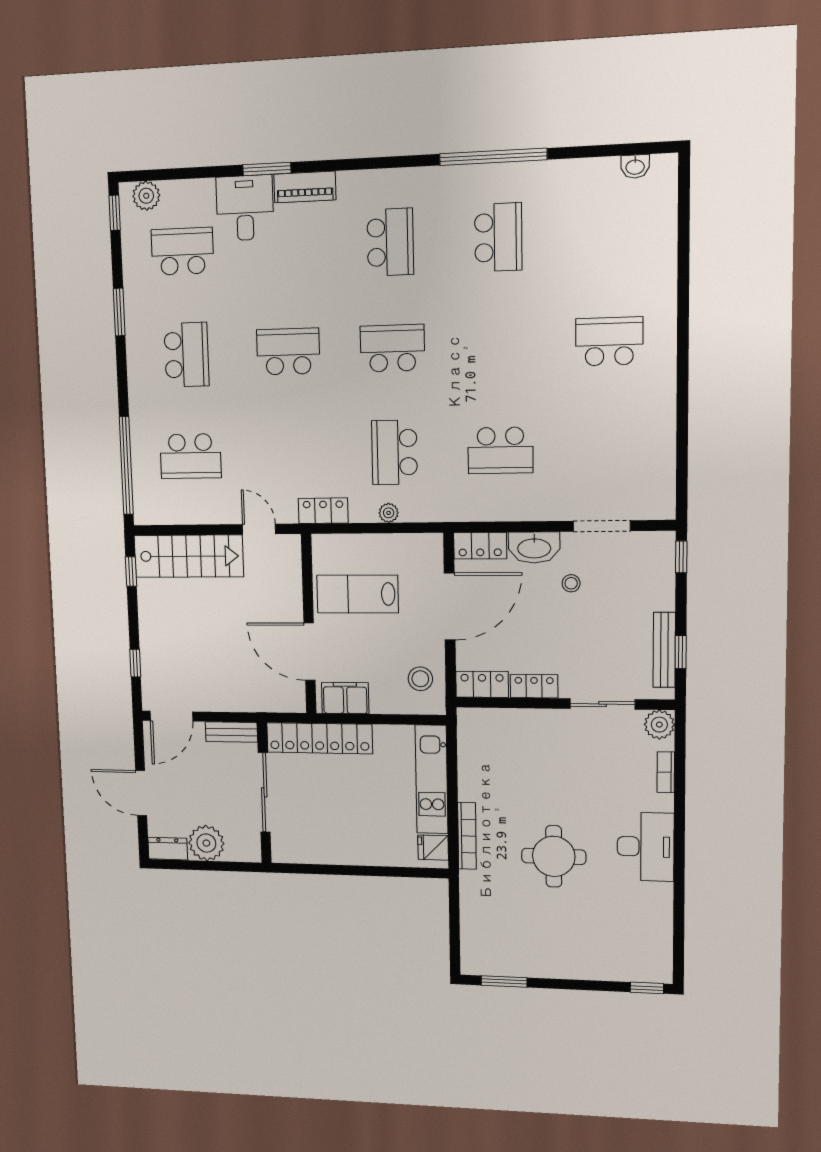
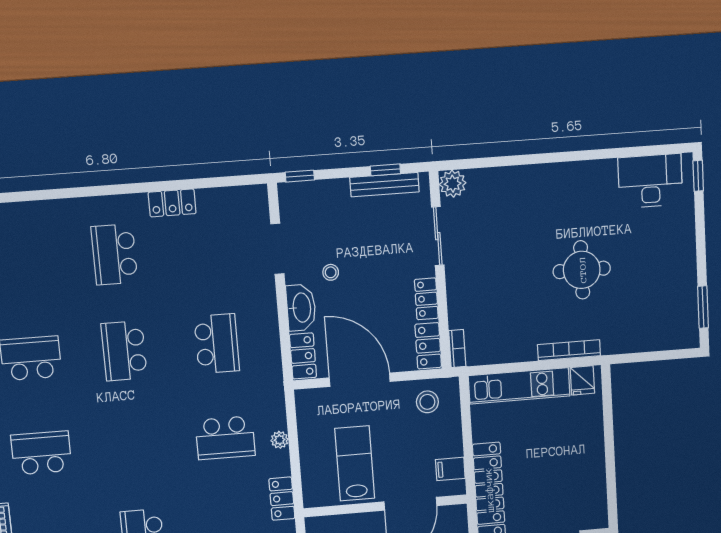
school desk: (392, 348) -> (124, 351), moved
locker: (663, 411) -> (172, 203), added
lab bench: (357, 594) -> (355, 463), turned 180
filing cabinet: (345, 698) -> (450, 469), width x0.50
bookcase: (666, 772) -> (457, 349), moved, turned -90
desk: (646, 847) -> (650, 181), moved

